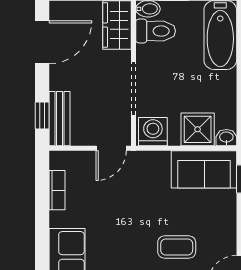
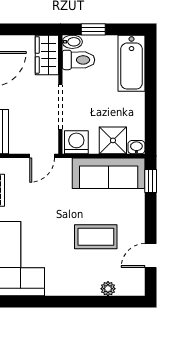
sofa: (204, 169) -> (109, 173), width x1.36
coffee table: (177, 247) -> (96, 237), width x1.36, depth x1.30

